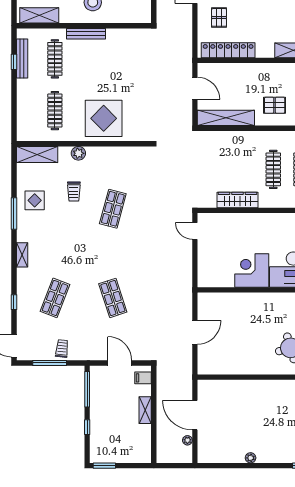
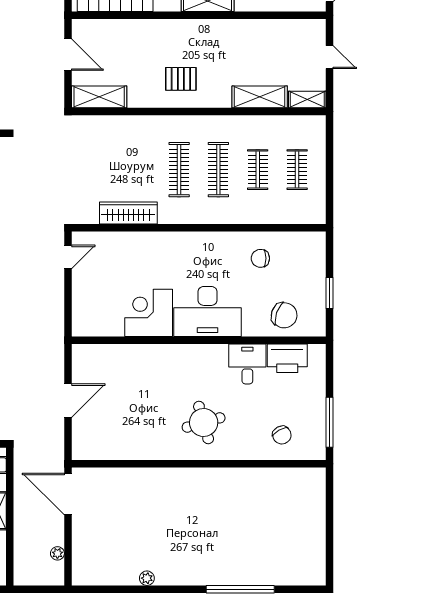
shelving: (226, 118) -> (99, 97), width x0.68
door: (195, 231) -> (68, 257), swing flipped
door: (195, 415) -> (68, 494), moved

